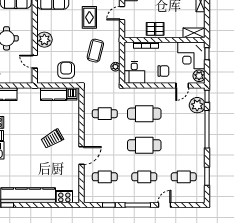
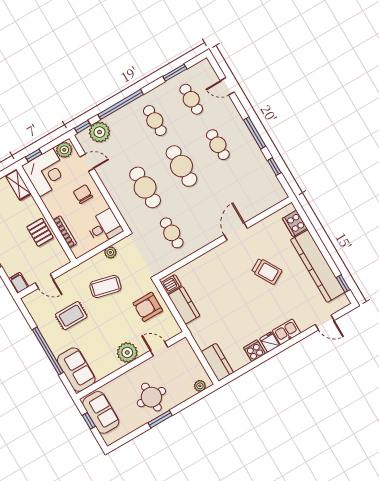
door: (35, 62) -> (159, 349), swing flipped
trolley: (52, 139) -> (267, 271), moved
door: (81, 156) -> (236, 231), hinge flipped
cafe table: (105, 177) -> (155, 121), moved
door: (164, 205) -> (227, 86), moved

